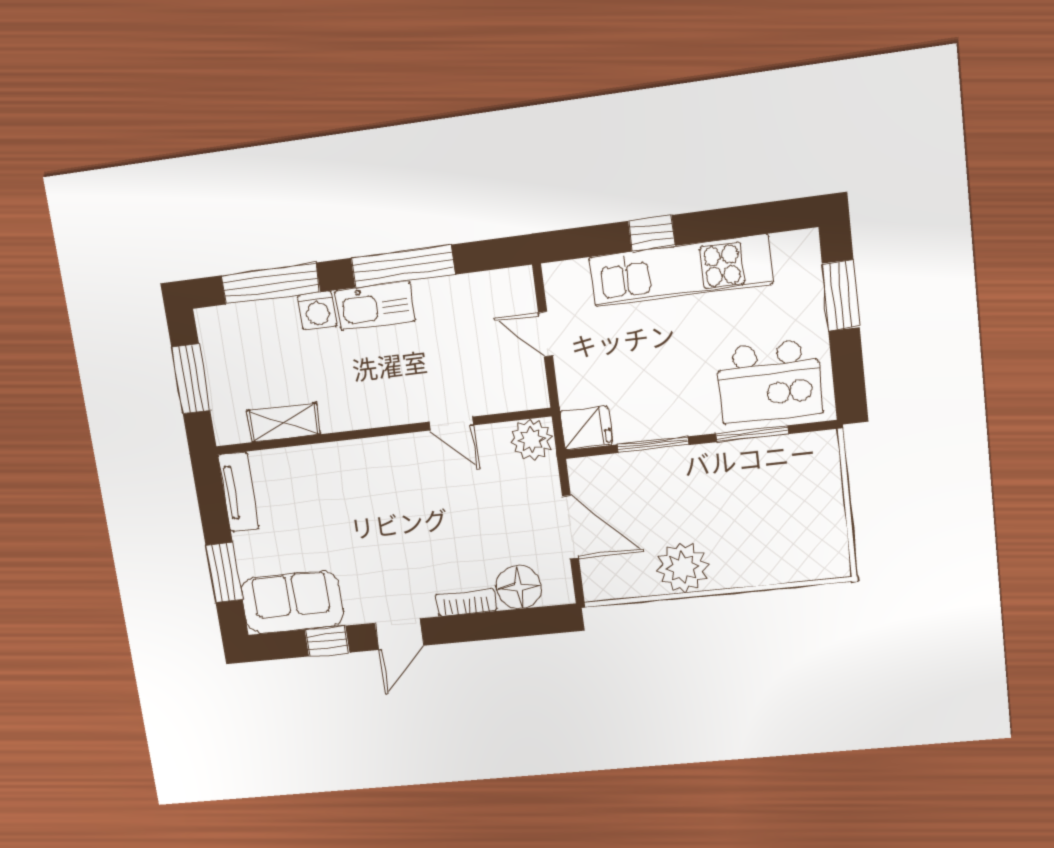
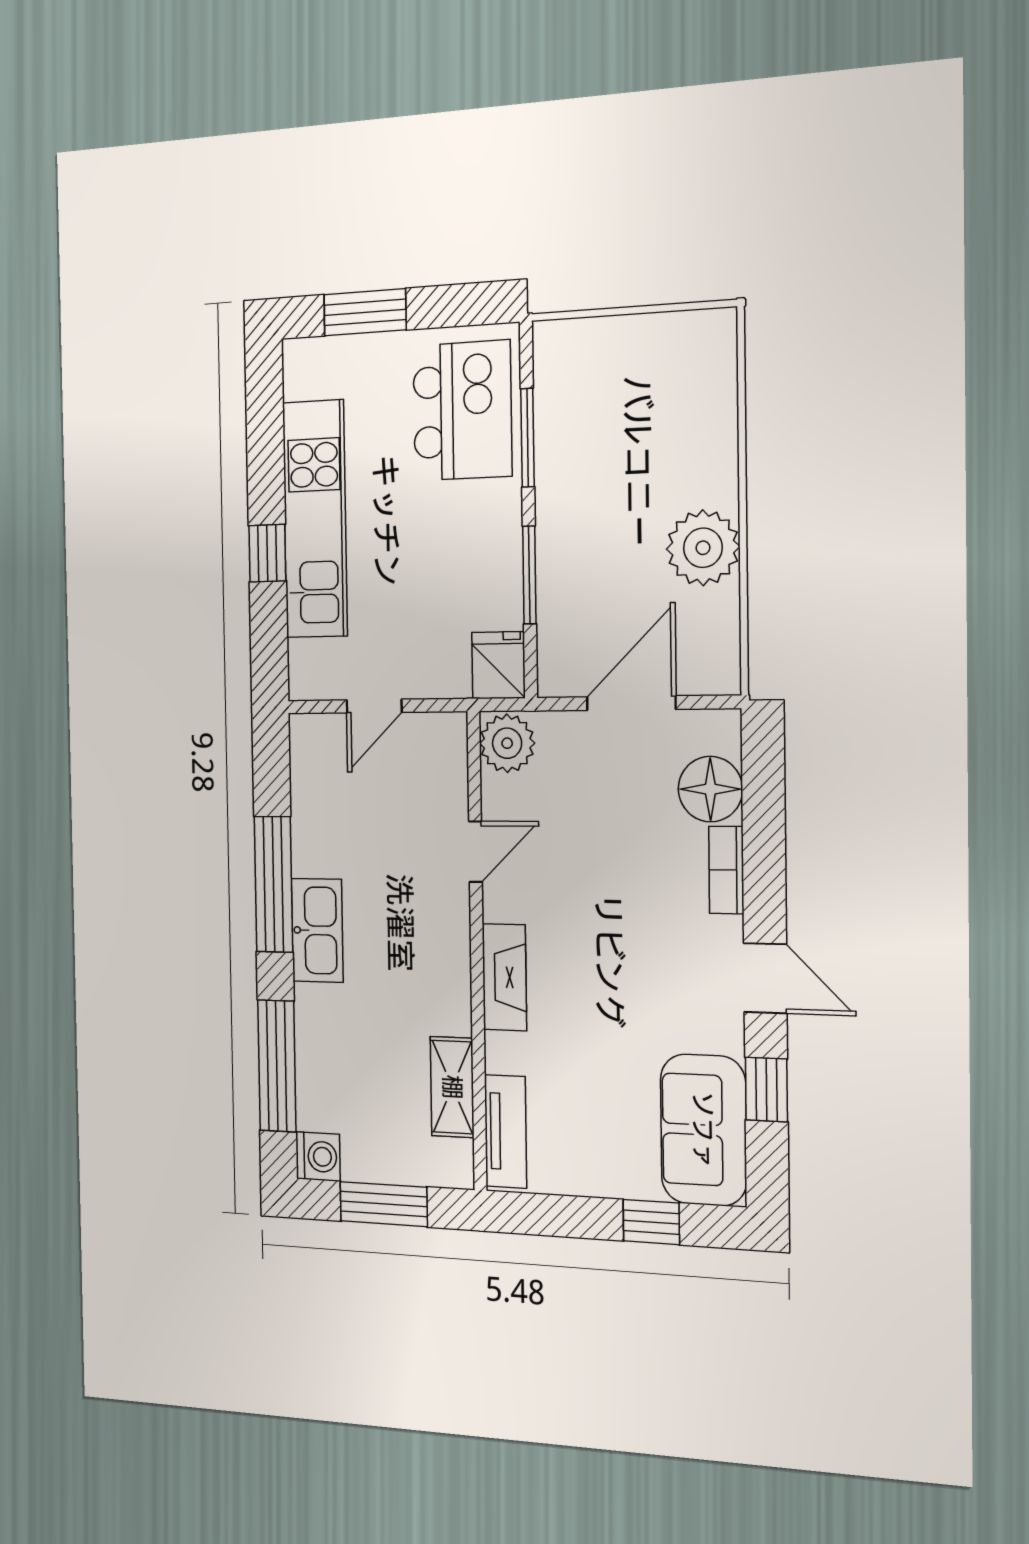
washing machine: (317, 311) -> (318, 1157), moved
fireplace: (367, 454) -> (504, 977), added
tv unit: (239, 492) -> (506, 1131), moved, turned 90
window: (224, 573) -> (651, 1222), width x0.67

